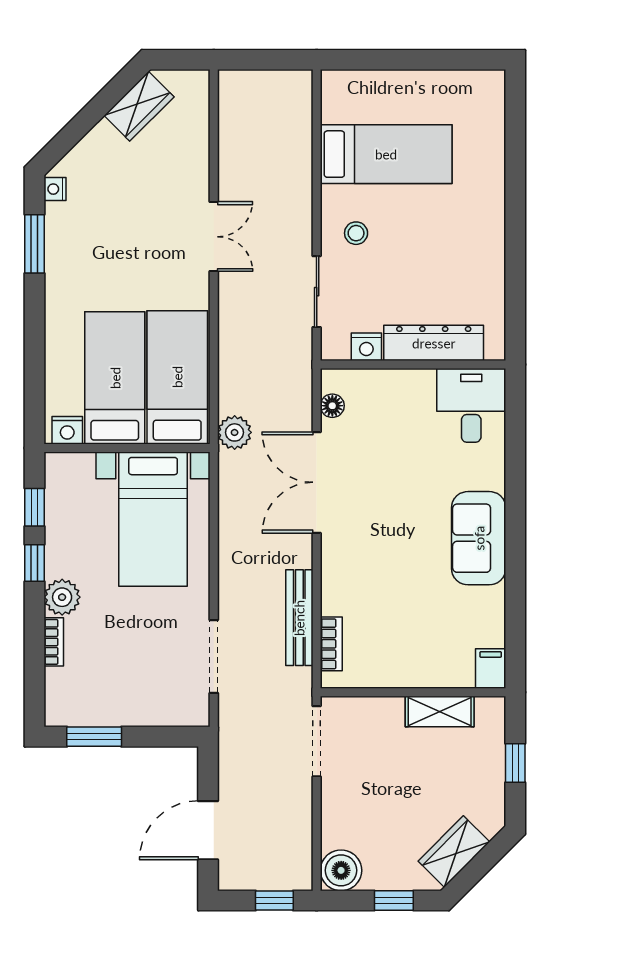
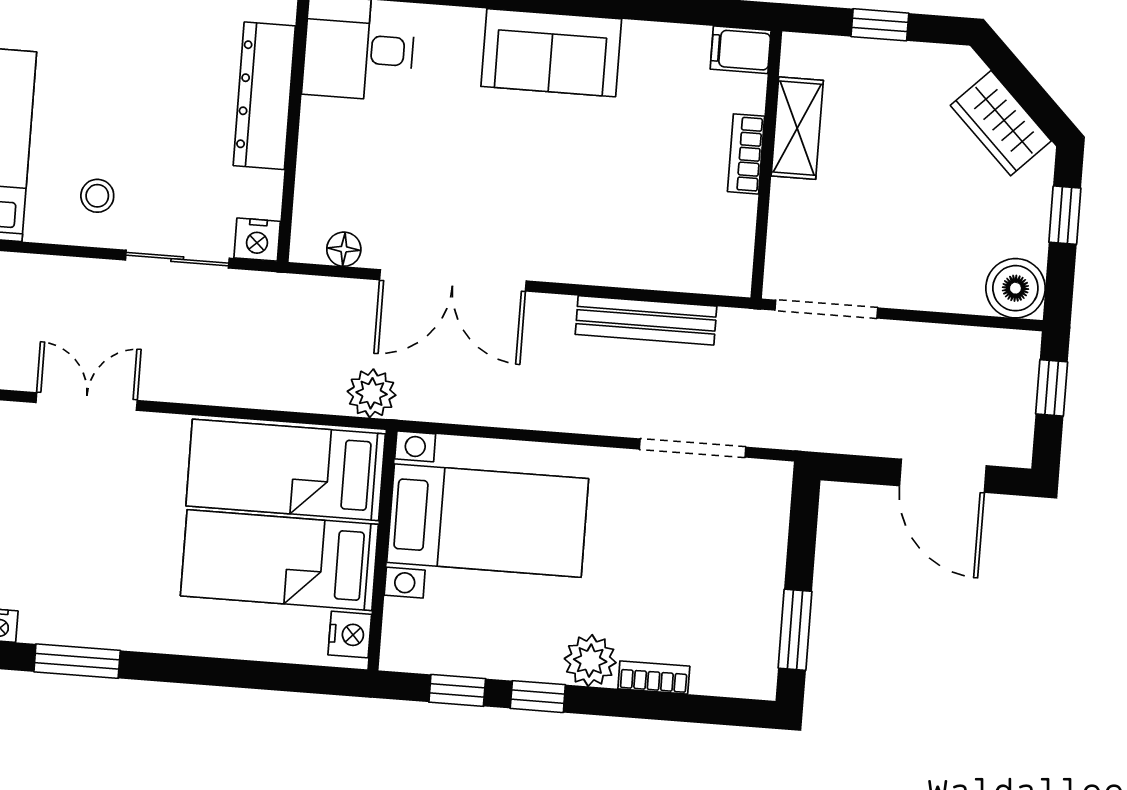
nightstand: (366, 347) -> (257, 240), moved, turned 90
bookcase: (331, 644) -> (746, 154), moved, turned -90

